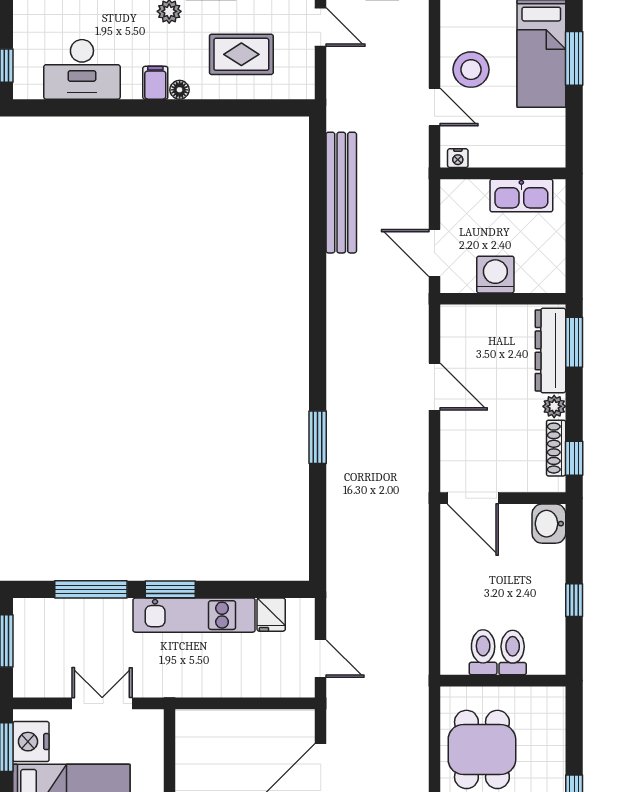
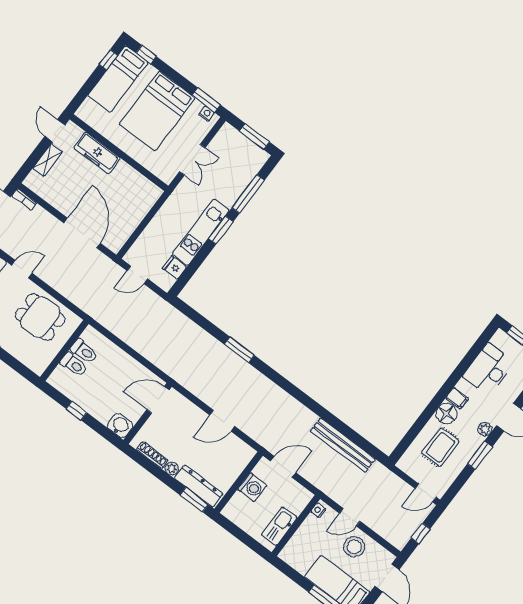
floor lamp: (180, 90) -> (447, 414), width x1.89, depth x1.89
window: (574, 458) -> (141, 460), removed
nightstand: (31, 742) -> (207, 114), width x0.53, depth x0.56

